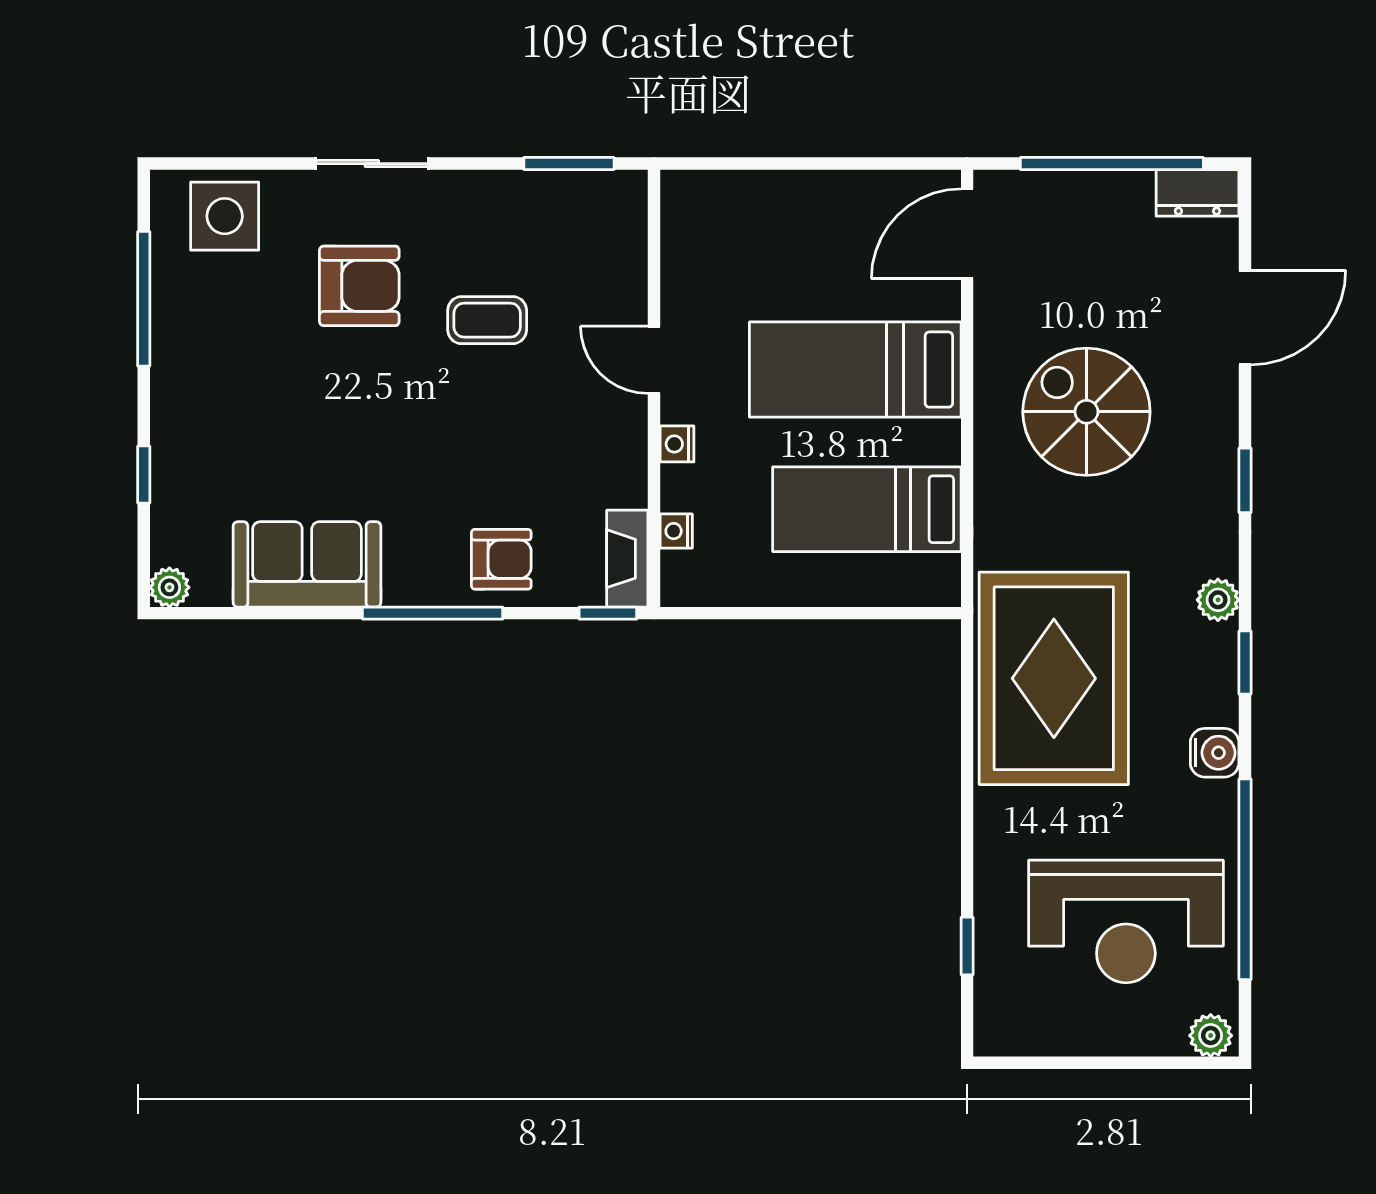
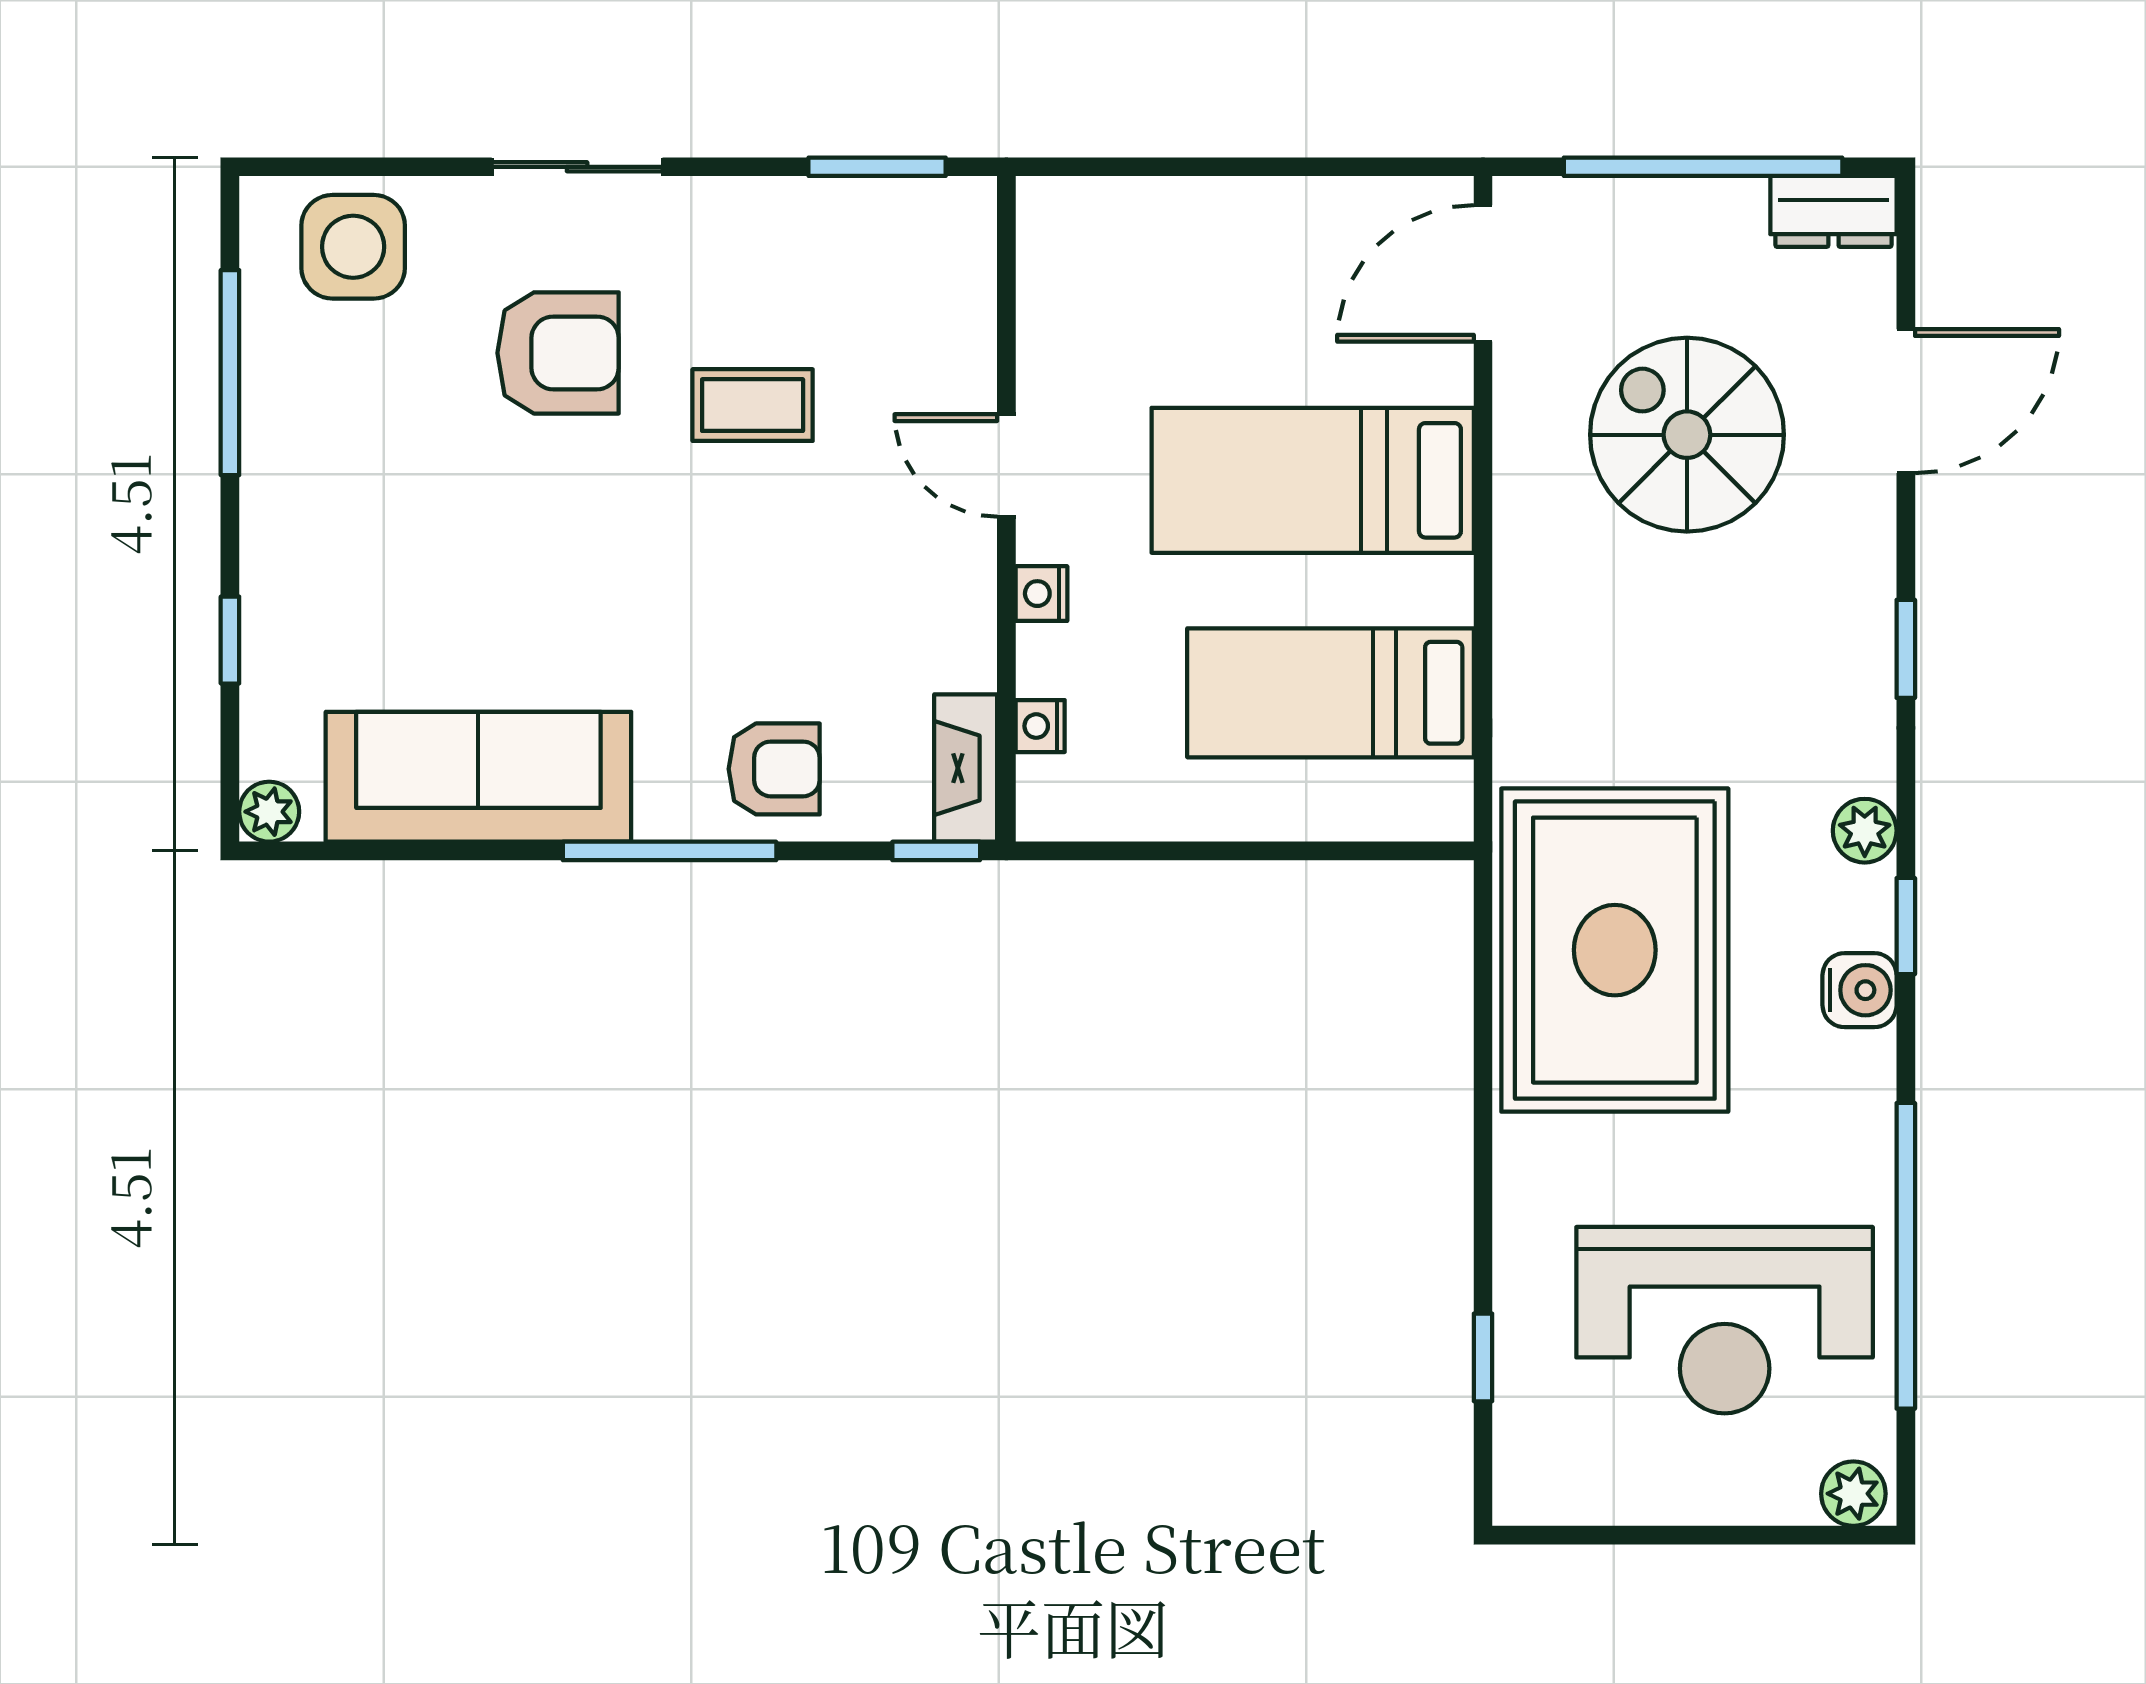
spiral stairs: (1086, 412) -> (1687, 435), moved
sofa: (307, 564) -> (478, 777), width x1.36
water cooler: (1215, 753) -> (1860, 990), moved

